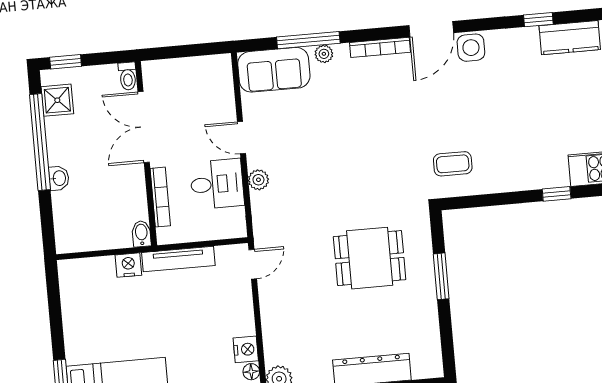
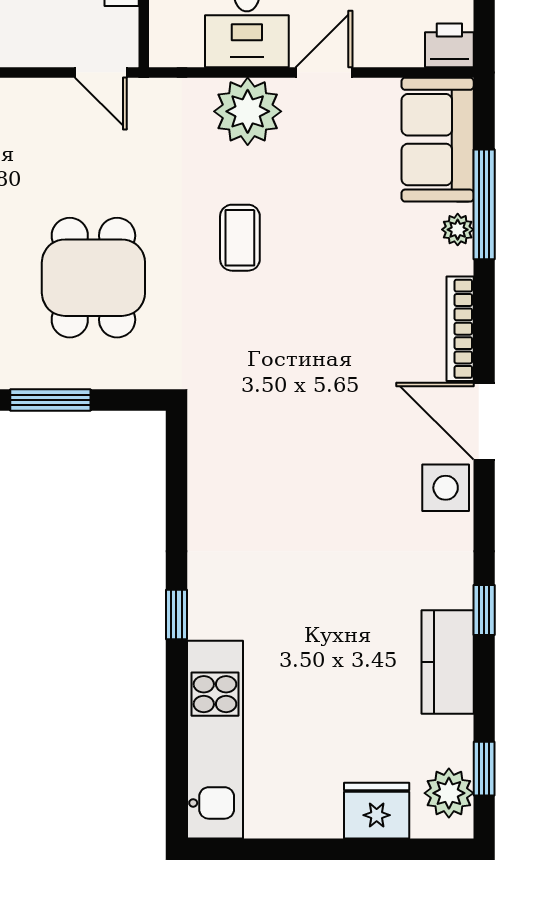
printer: (220, 68) -> (449, 45), added
coffee table: (453, 164) -> (240, 238), moved
plant: (258, 180) -> (248, 111), width x1.88, depth x1.88

